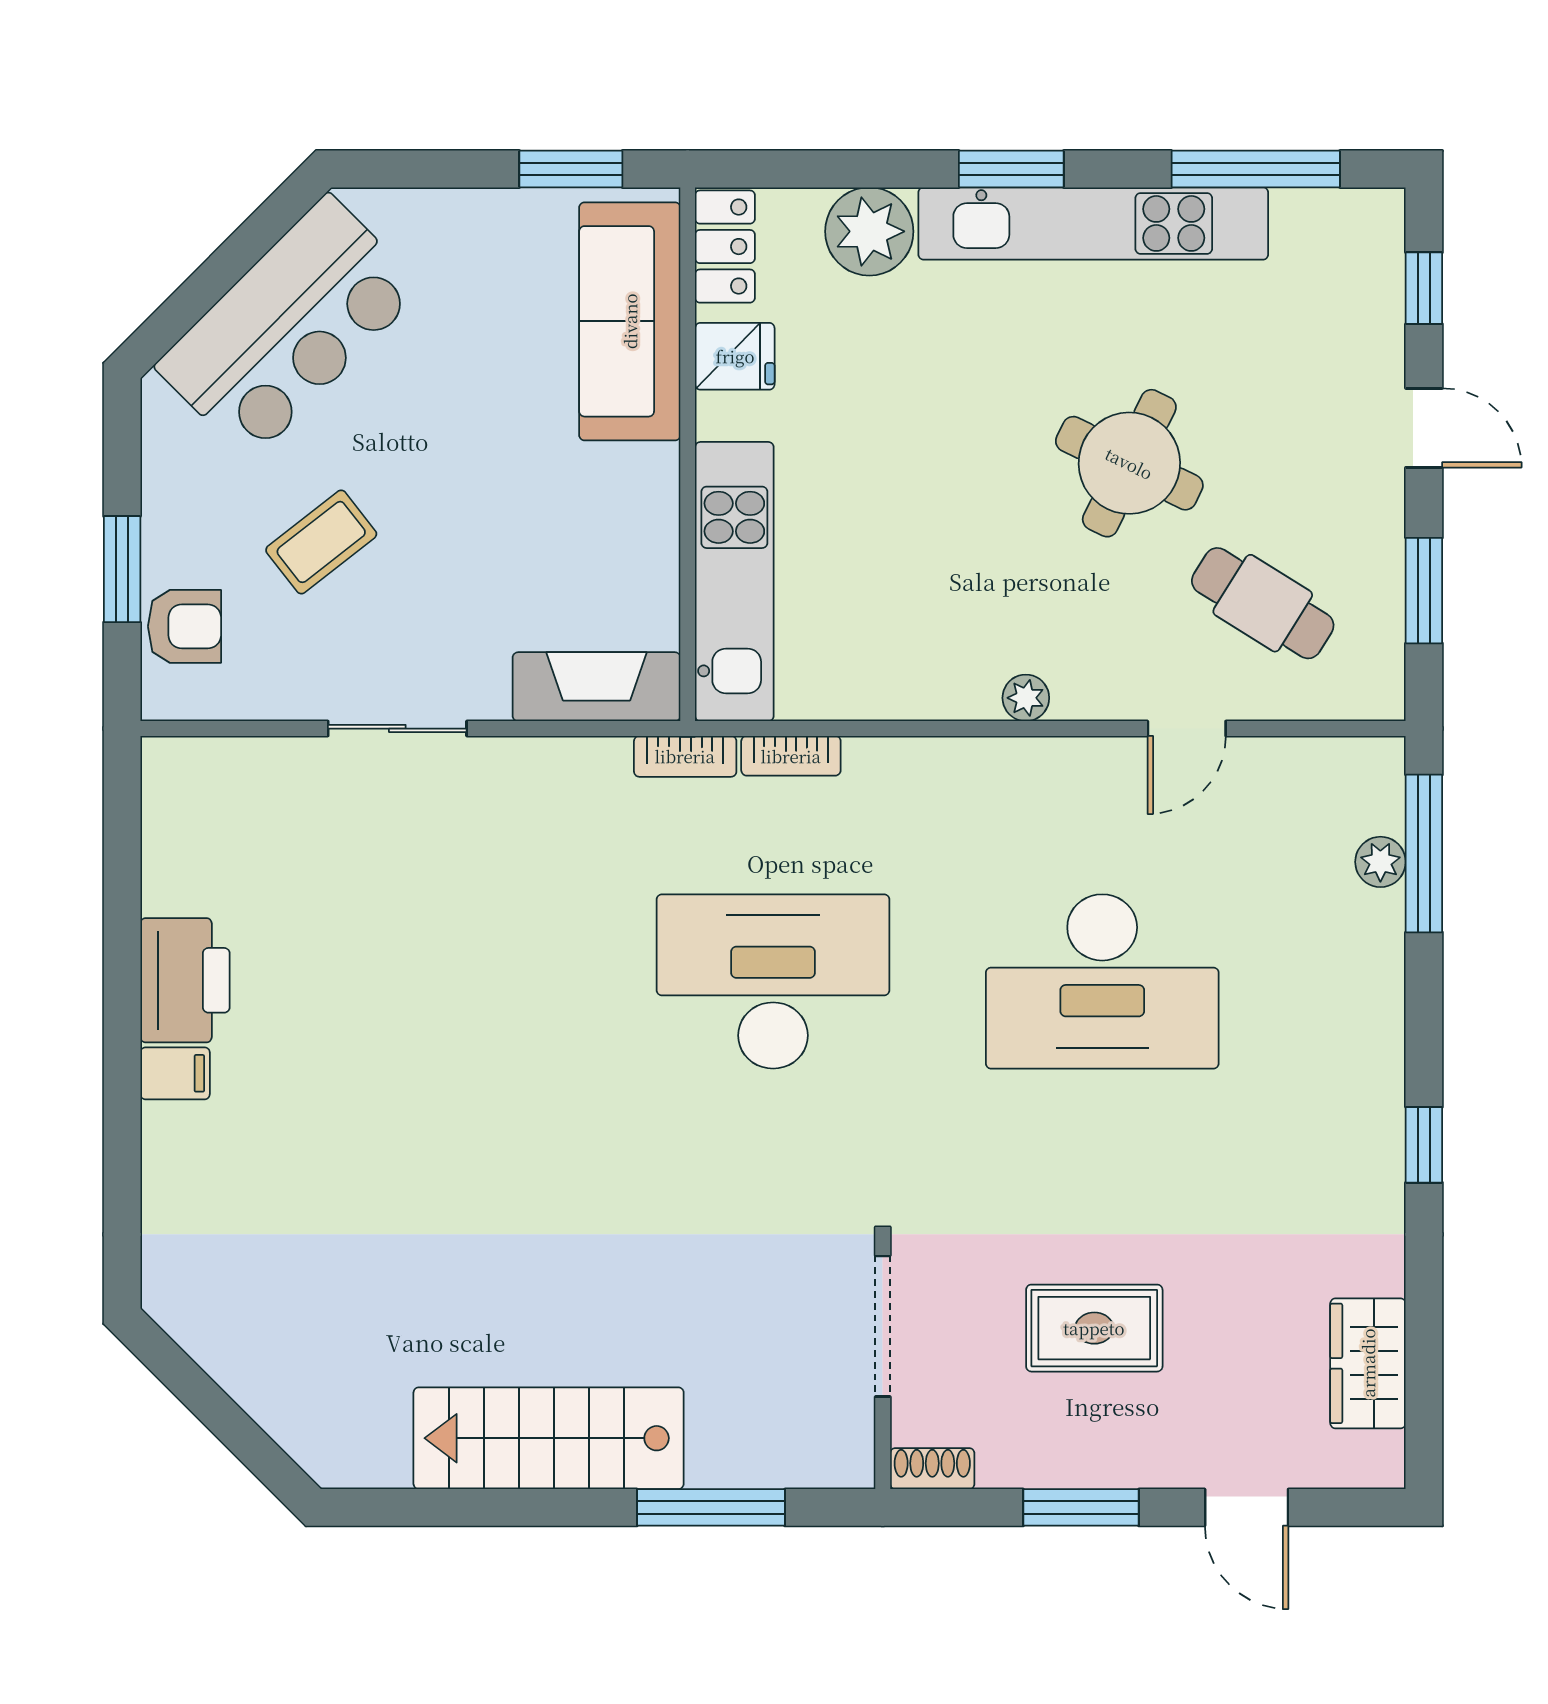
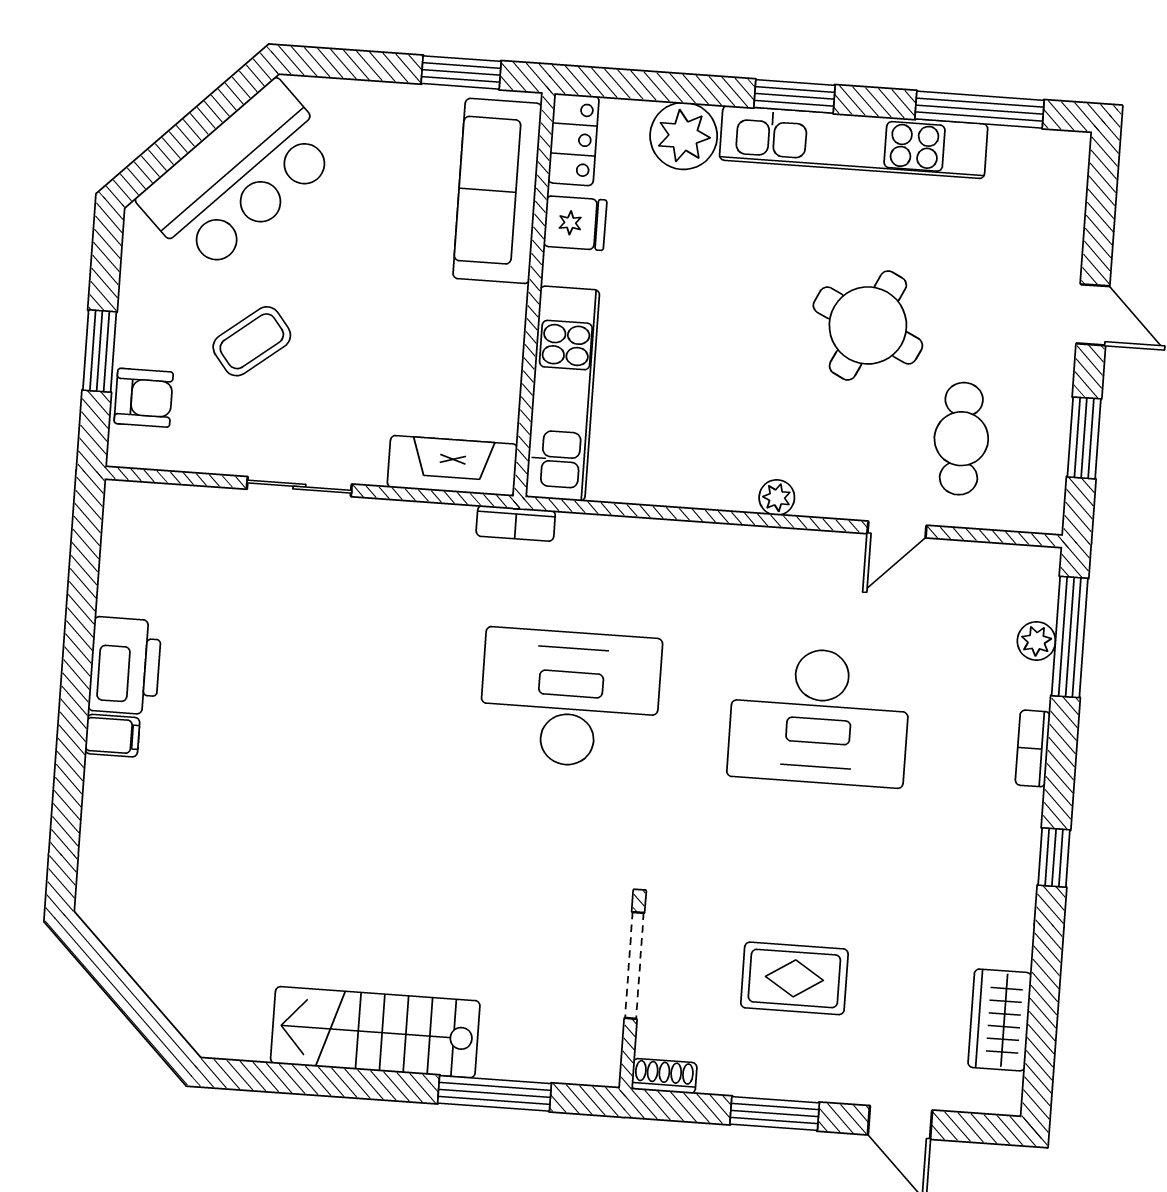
window: (1424, 288) -> (1100, 209), removed
cafe table: (1263, 603) -> (961, 439), turned 58
bookcase: (791, 756) -> (1033, 748), moved, turned 90

